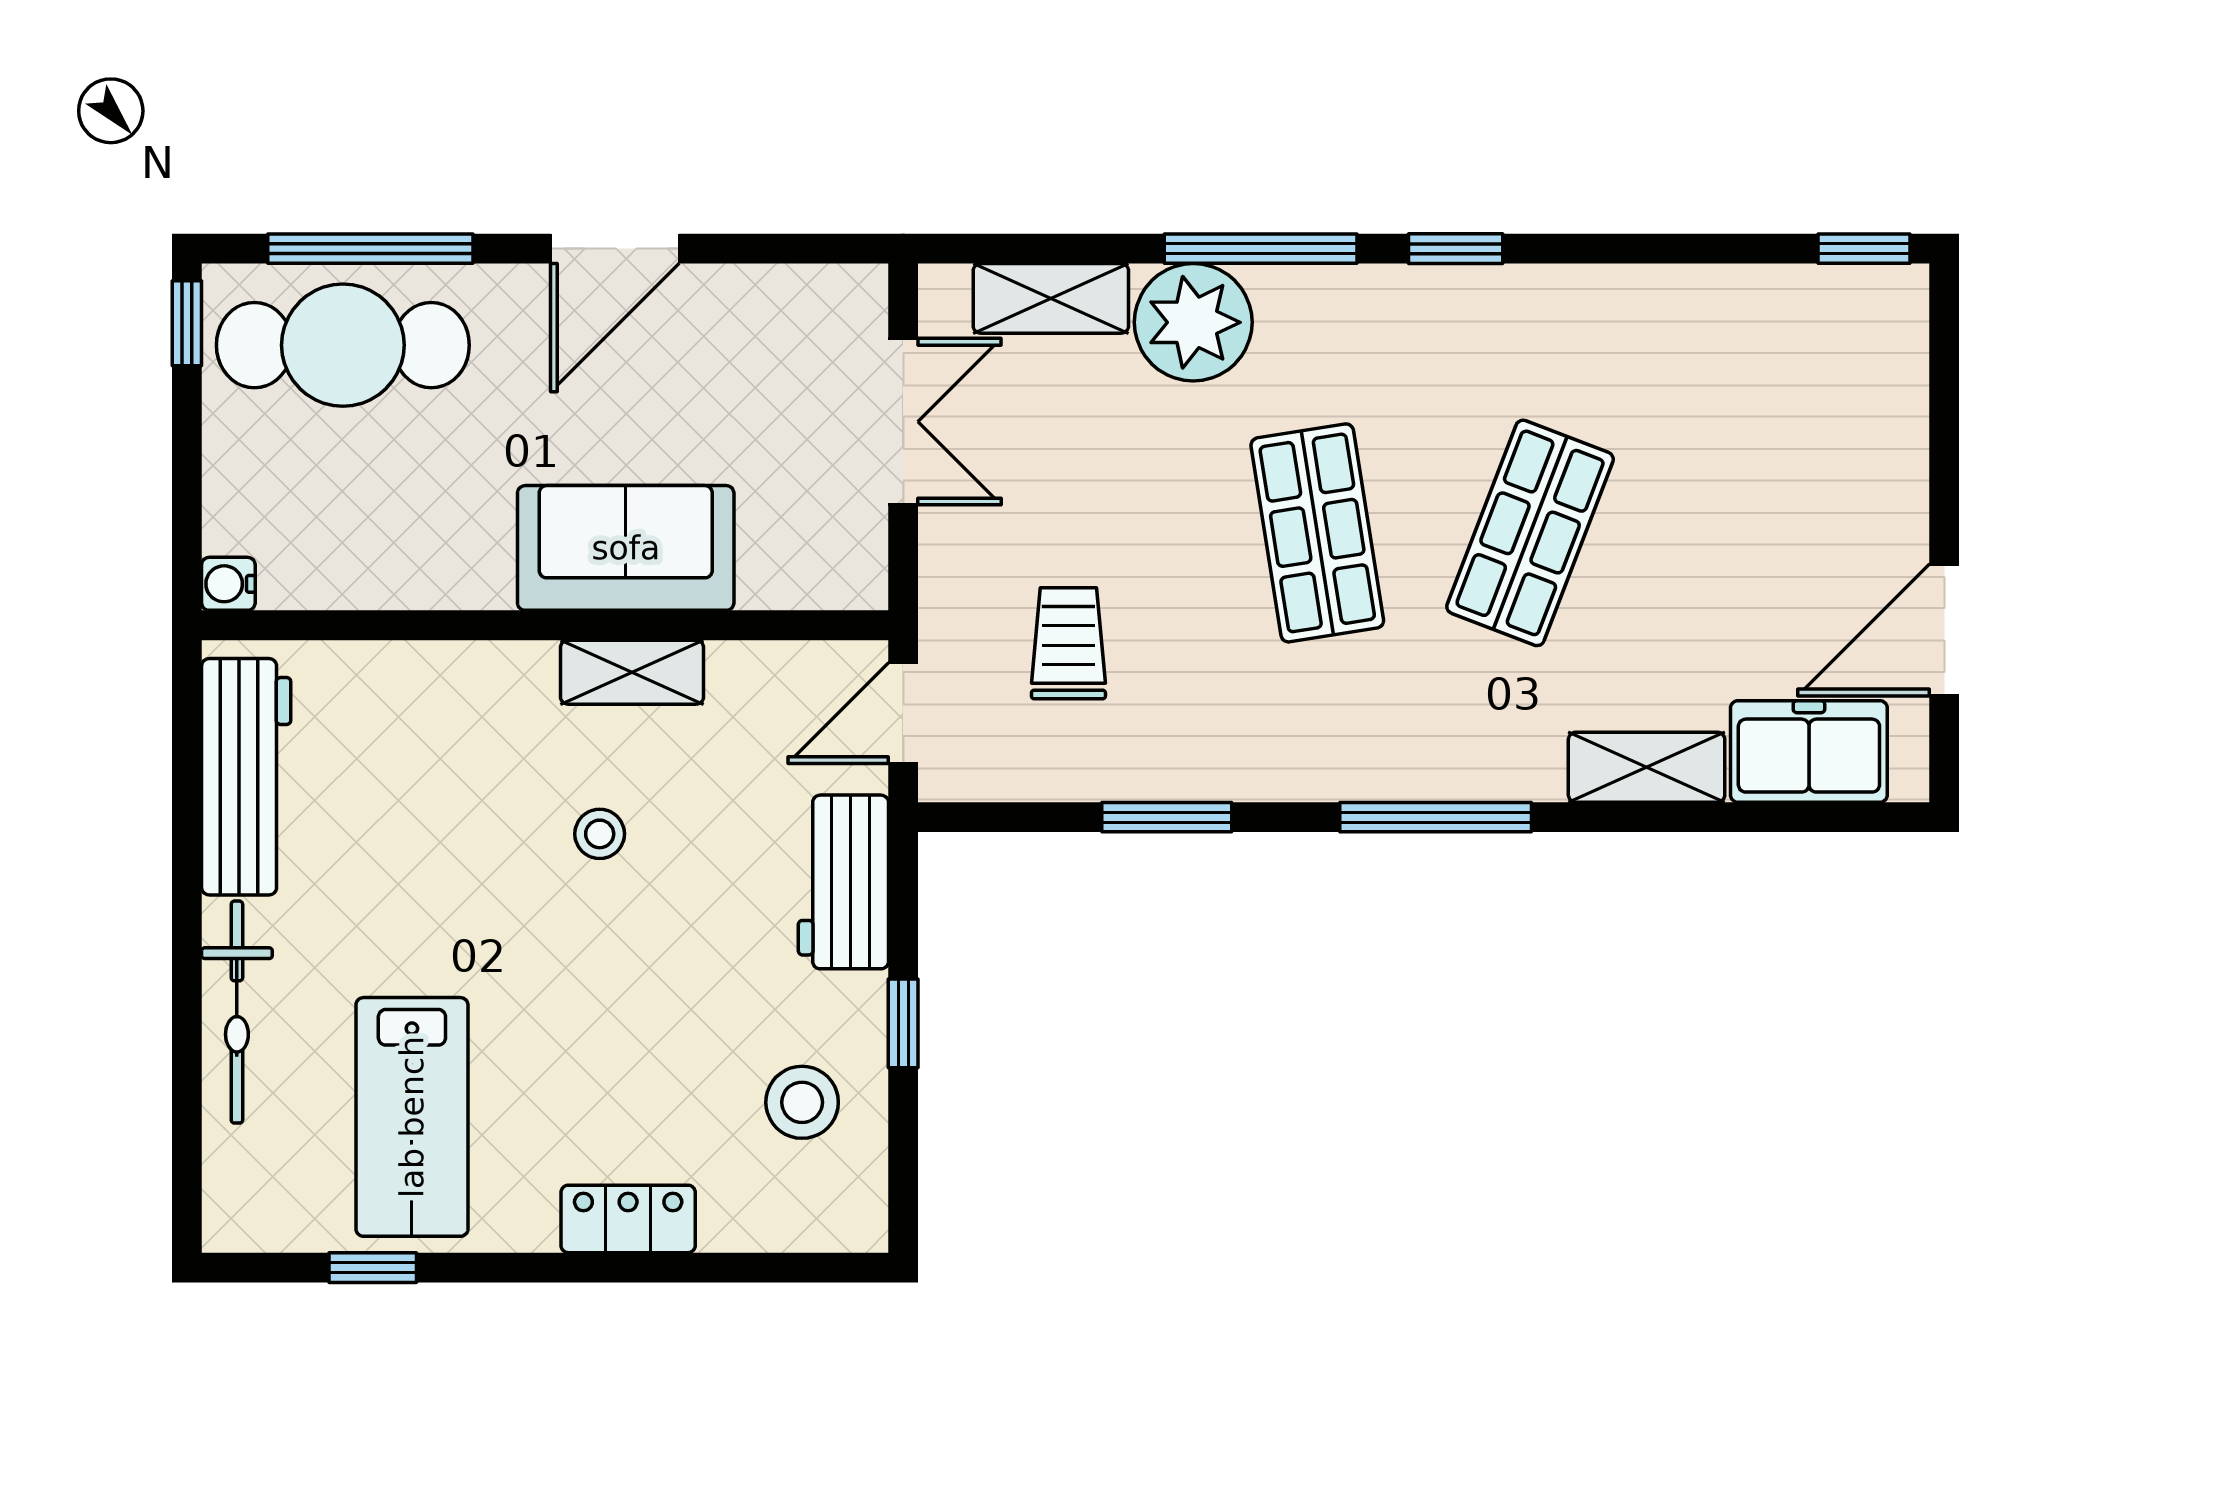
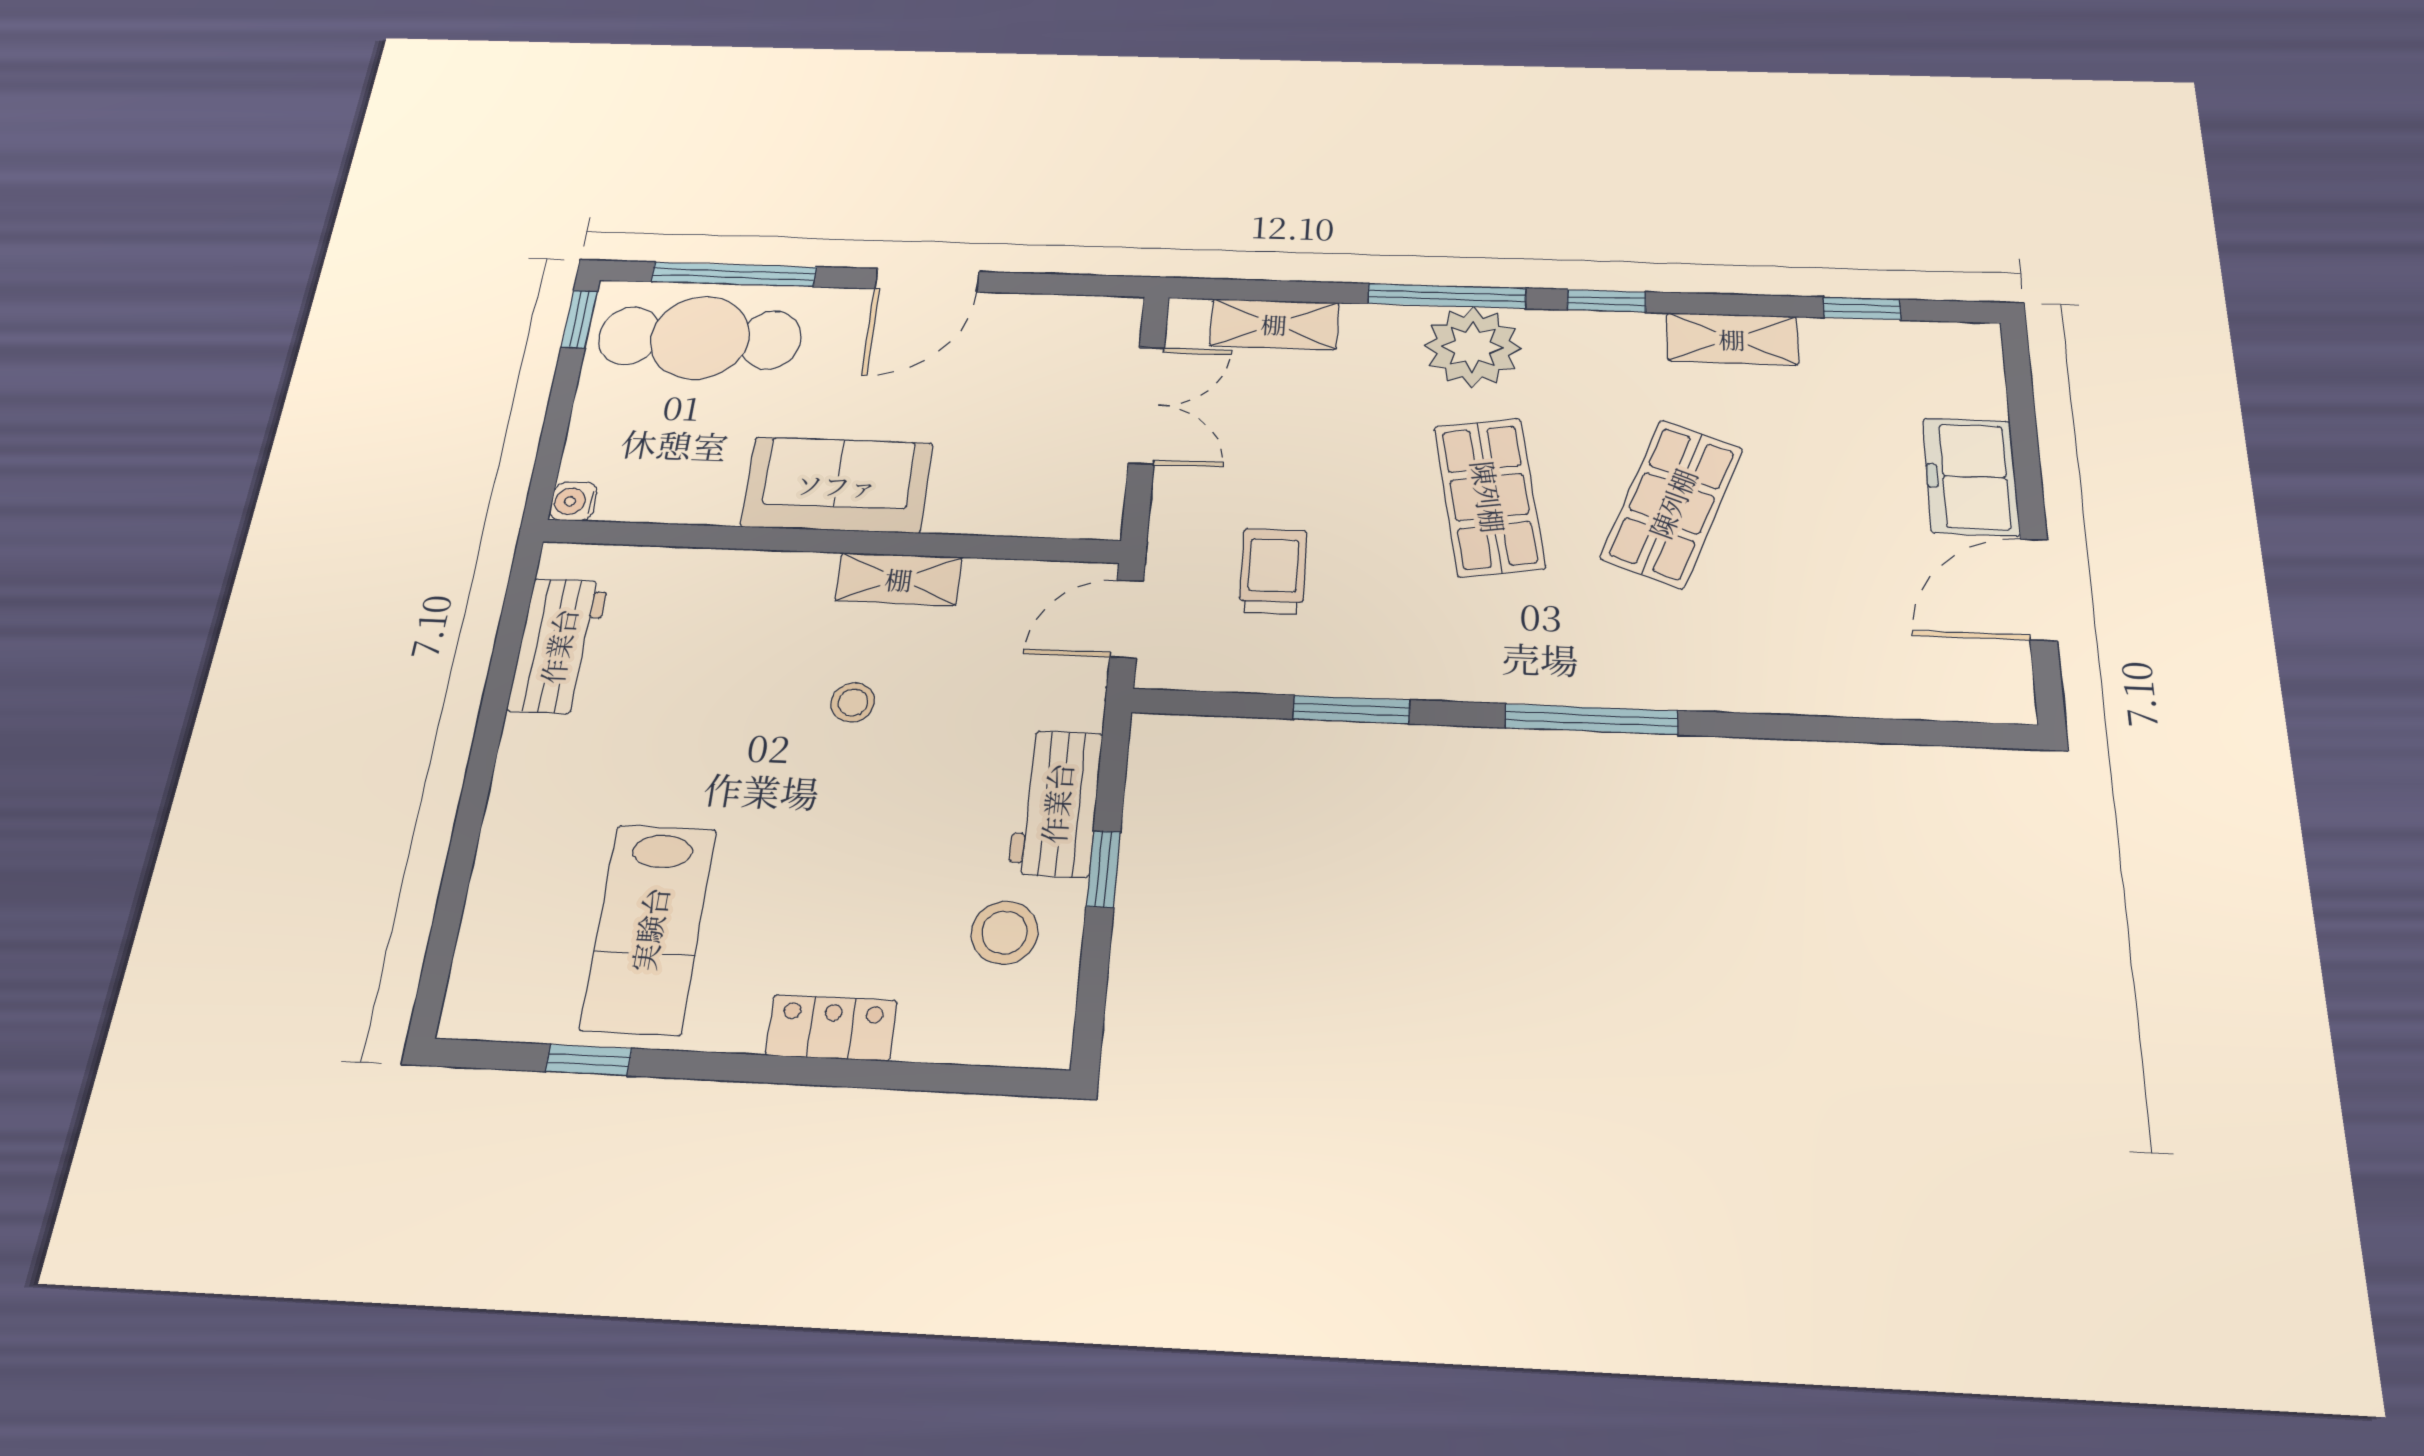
window: (1864, 249) -> (1862, 309), moved
plant: (1193, 322) -> (1473, 347), moved
sofa: (626, 548) -> (837, 485), moved
freezer: (1809, 752) -> (1971, 477), moved, turned -90
shelving: (1647, 767) -> (1732, 339), moved
workbench: (246, 777) -> (558, 646), width x0.73
workbench: (843, 882) -> (1056, 803), moved
bicycle: (237, 1012) -> (511, 833), removed

